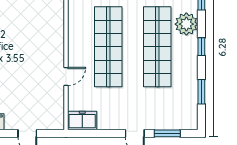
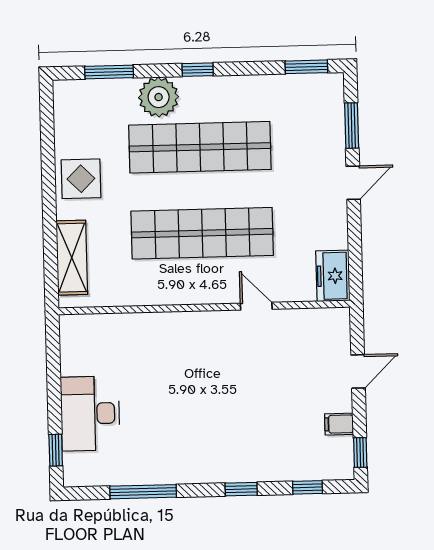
window: (201, 92) -> (306, 67), moved

